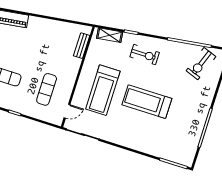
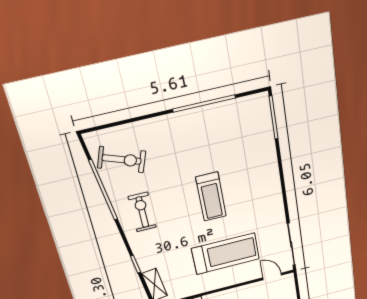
exercise bike: (145, 55) -> (142, 212), moved
treadmill: (147, 102) -> (211, 197), width x0.73, depth x0.73

